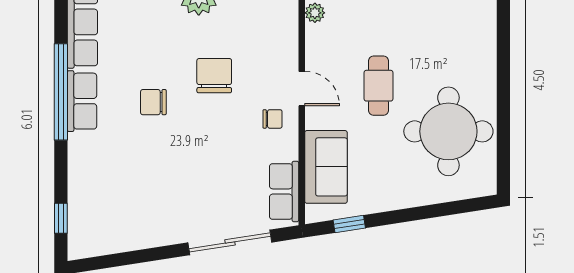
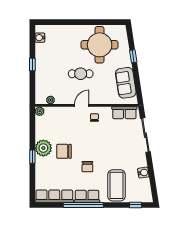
chair: (214, 76) -> (64, 151), moved
sofa: (326, 167) -> (126, 83), moved, turned -99
coffee table: (108, 172) -> (117, 185), added
window: (349, 224) -> (133, 56), moved
water cooler: (139, 237) -> (143, 173), added

